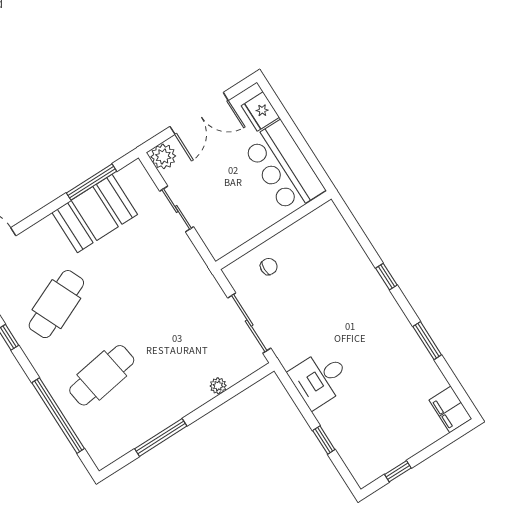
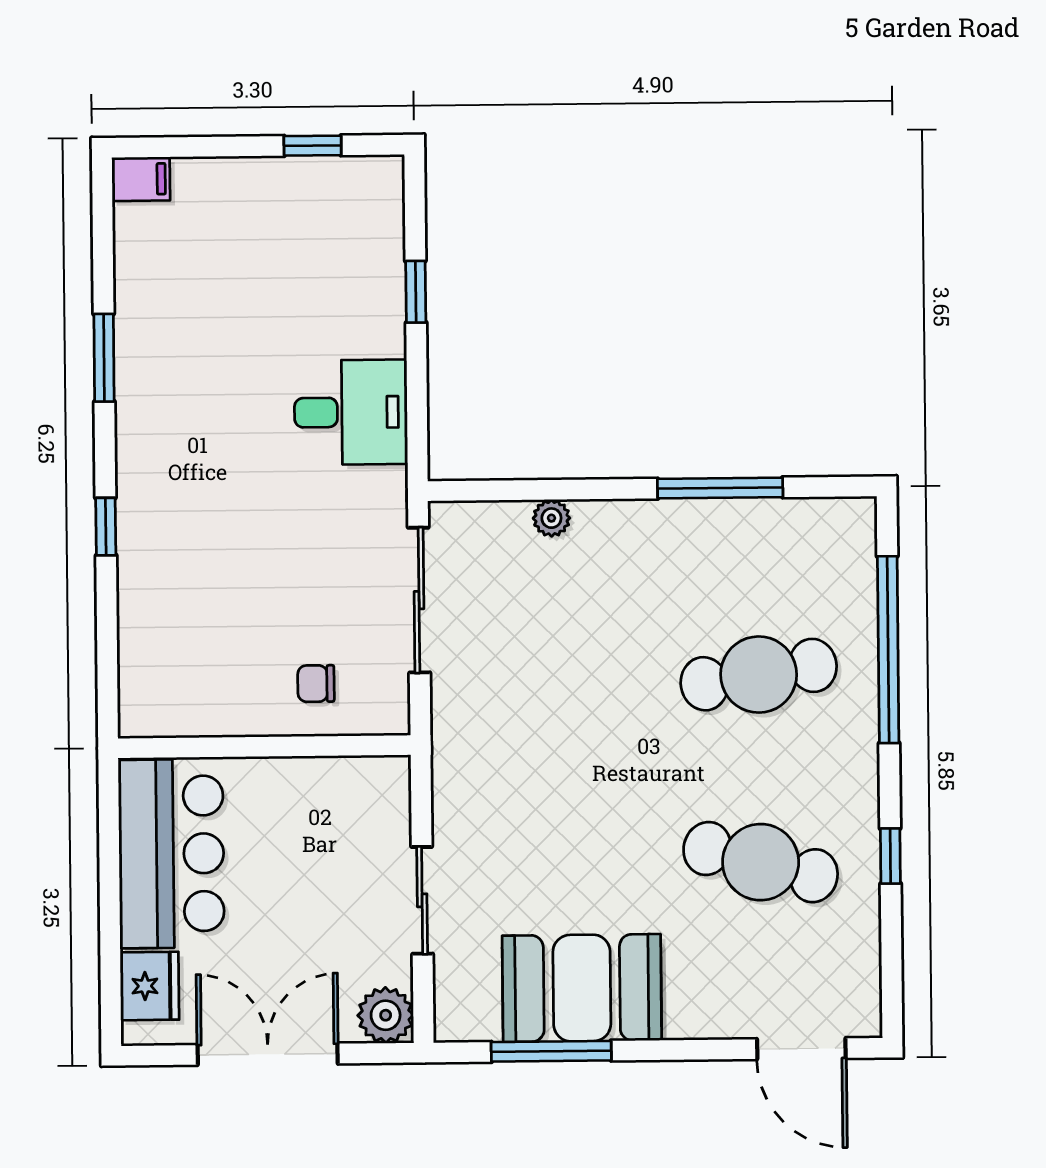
cafe table: (56, 304) -> (761, 862), turned 39
filing cabinet: (450, 409) -> (141, 179), width x0.50

